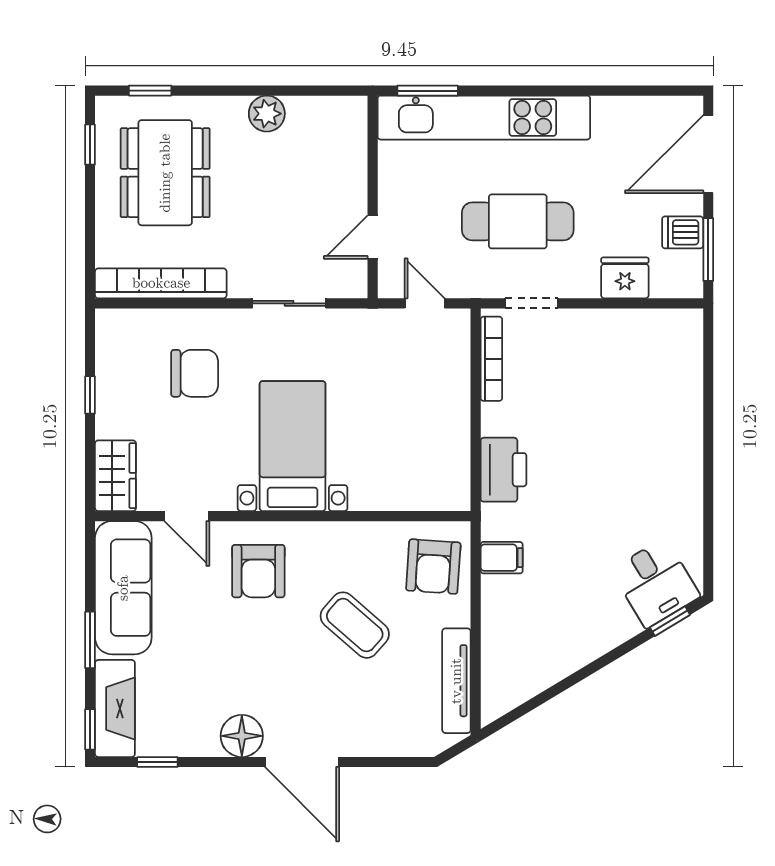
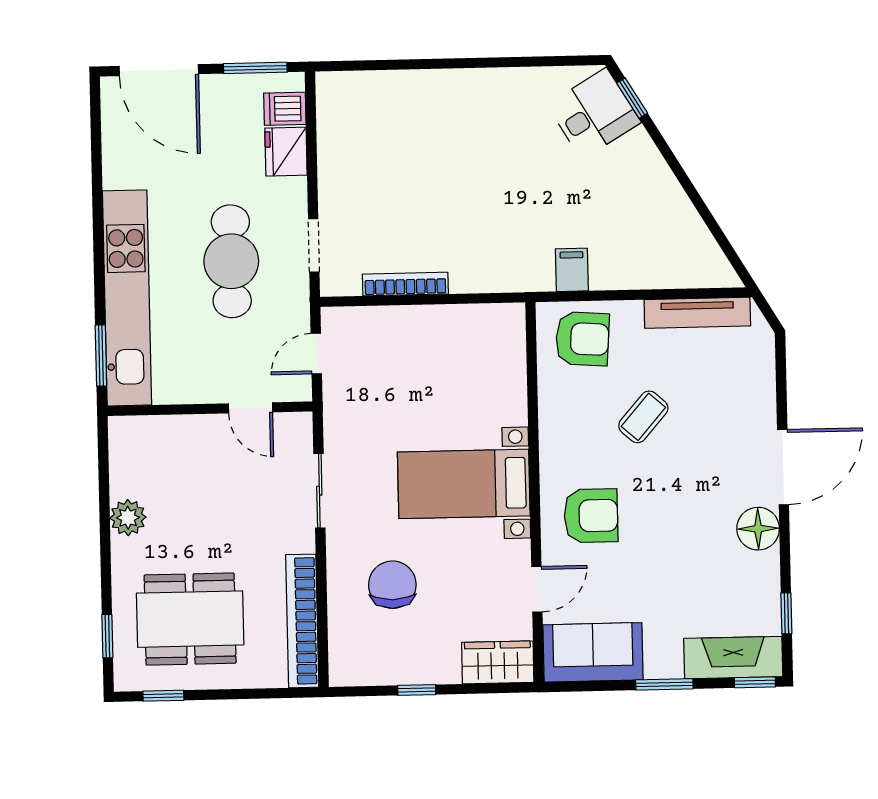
dishwasher: (683, 232) -> (285, 109), moved, turned 90
bookcase: (491, 359) -> (405, 284), moved
printer: (504, 470) -> (483, 270), removed
sofa: (123, 588) -> (593, 652), width x0.73
coffee table: (355, 625) -> (643, 417), width x0.73, depth x0.77

